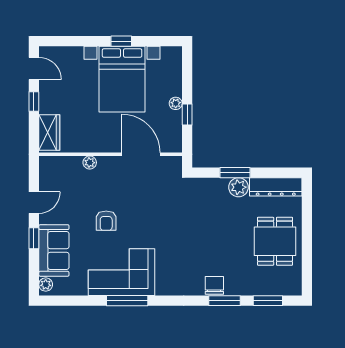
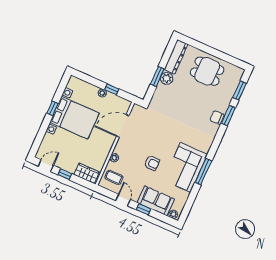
coffee table: (61, 175) -> (114, 177), added

